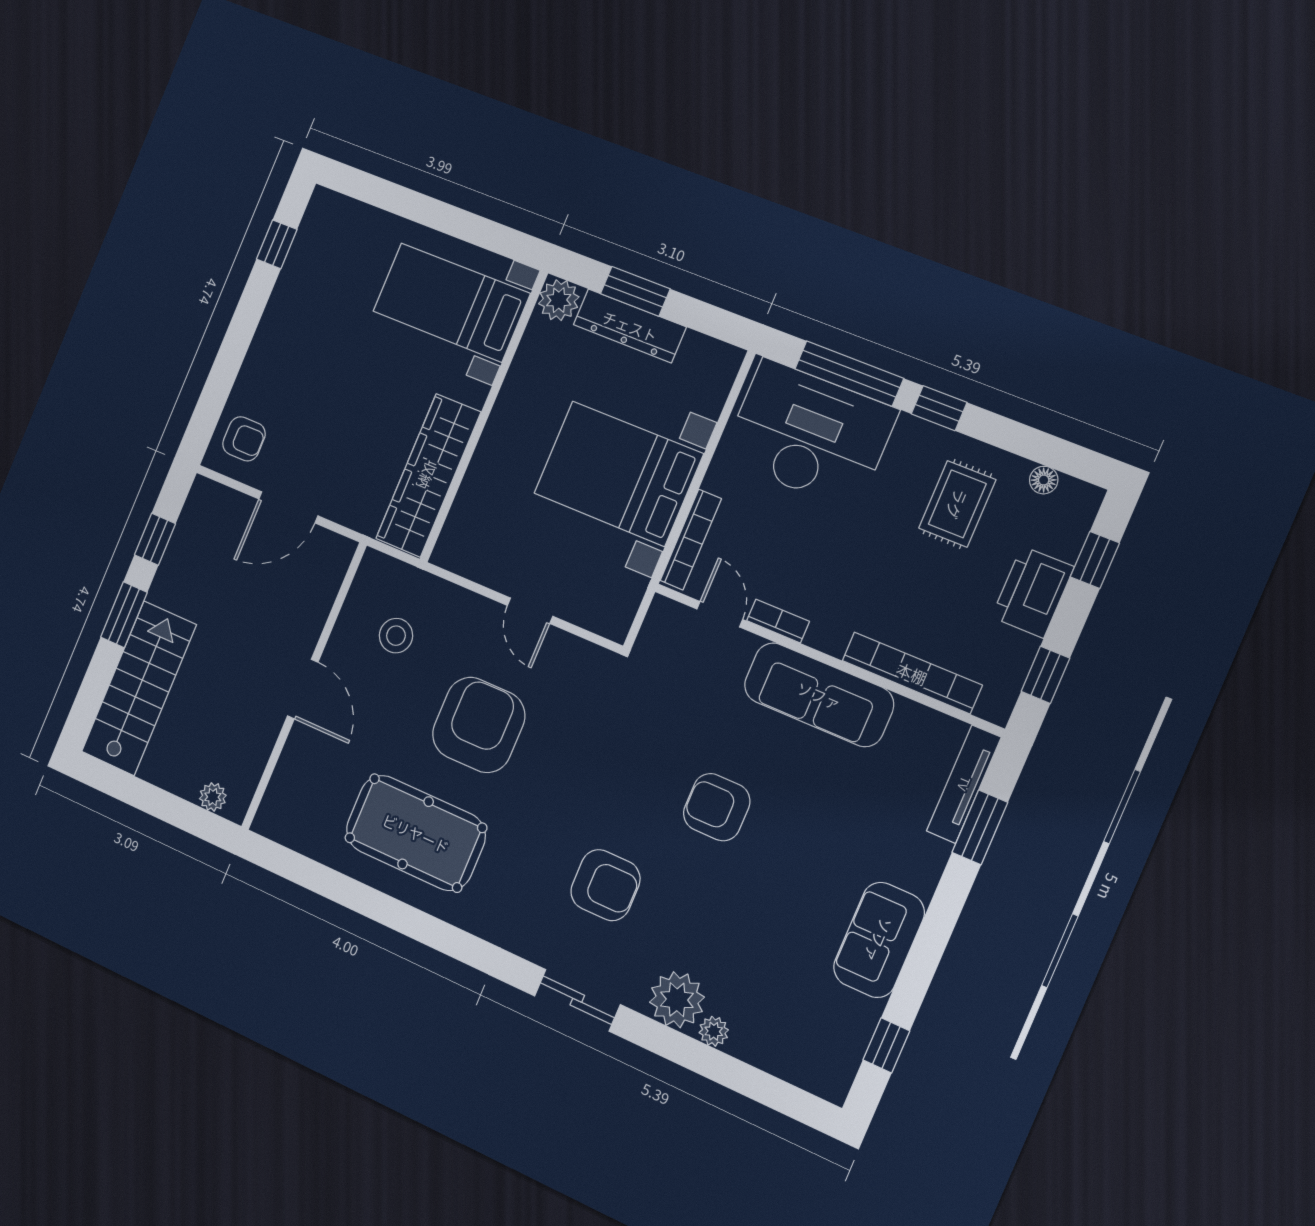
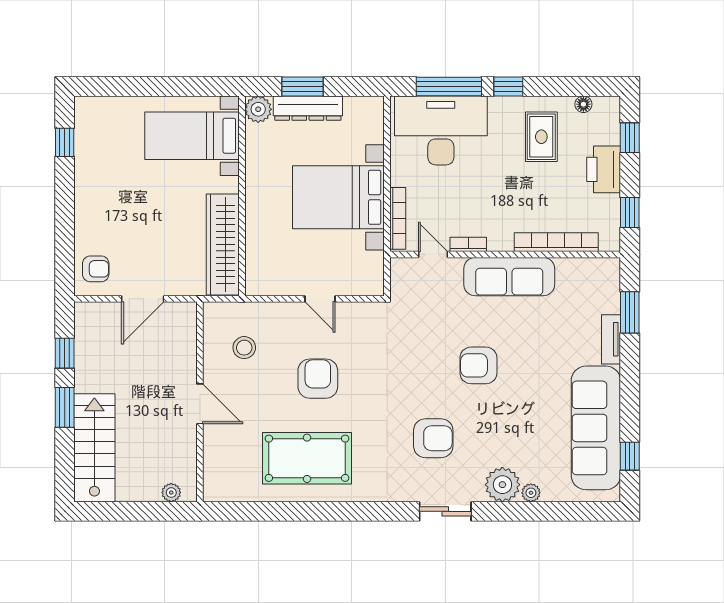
armchair: (479, 725) -> (318, 379), width x0.73, depth x0.73
tv unit: (964, 784) -> (611, 339), moved, width x0.71
sofa: (879, 940) -> (596, 428), width x1.85, depth x1.27

